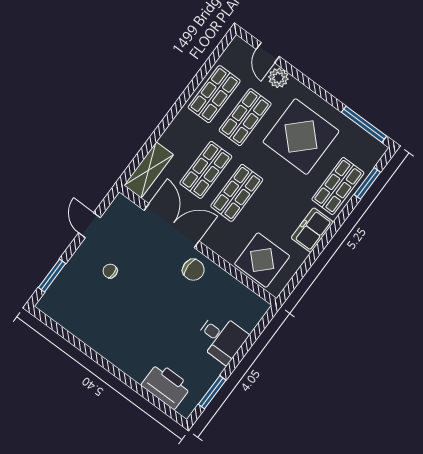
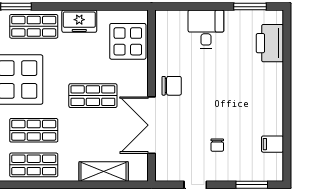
shelving: (149, 170) -> (104, 171), moved
shop shelf: (206, 170) -> (93, 130), removed
chair: (193, 270) -> (172, 86), turned 90
filing cabinet: (74, 321) -> (273, 144), added

